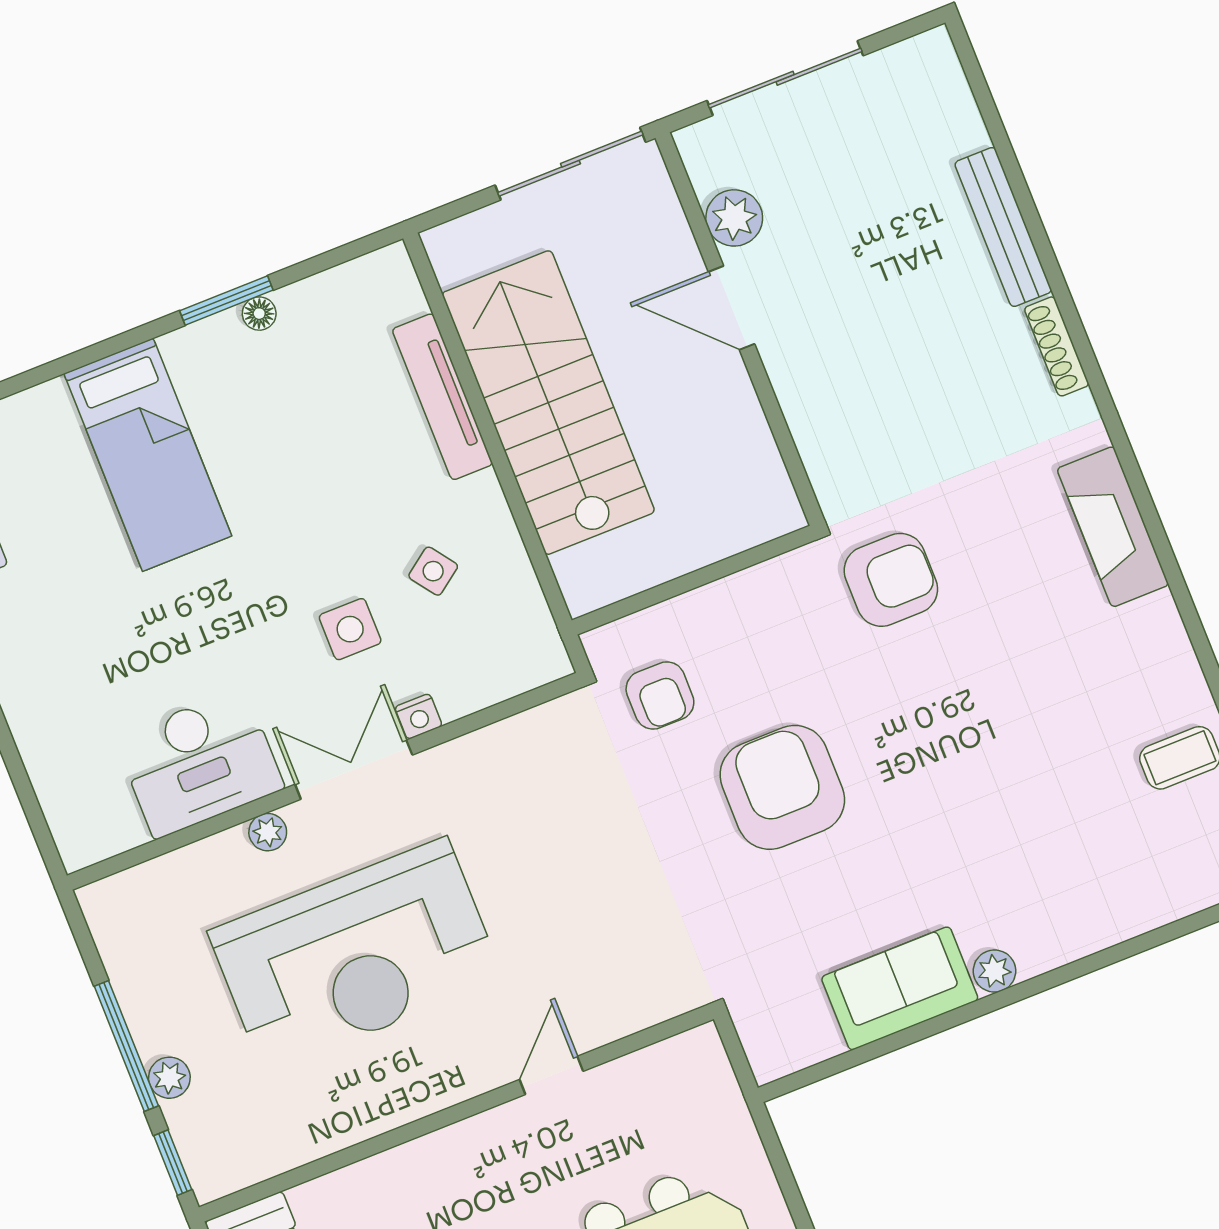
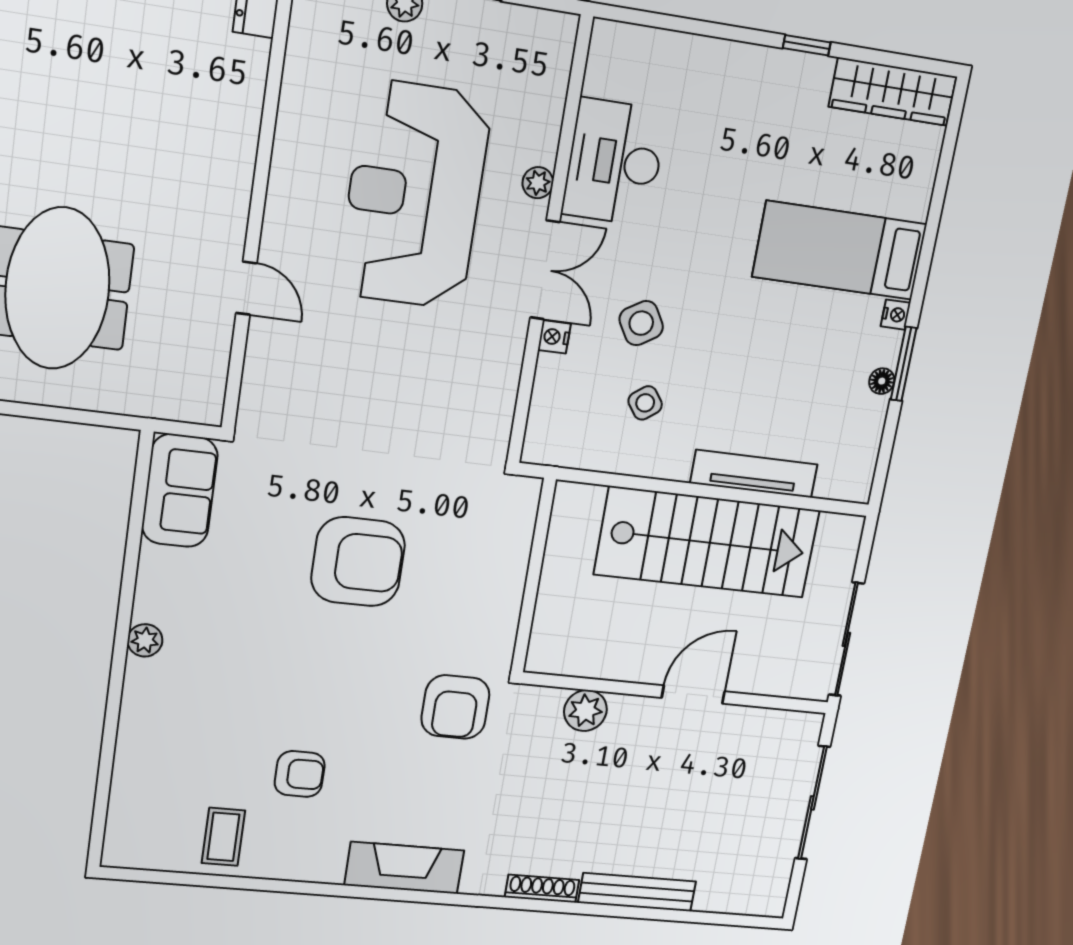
plant: (734, 218) -> (585, 711), moved
nightstand: (179, 345) -> (896, 315), added
side table: (350, 629) -> (641, 323), turned -31
armchair: (660, 695) -> (300, 774), moved, turned 180
sofa: (900, 988) -> (180, 491), moved

